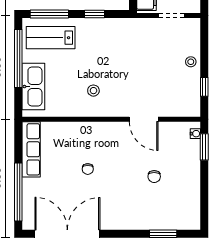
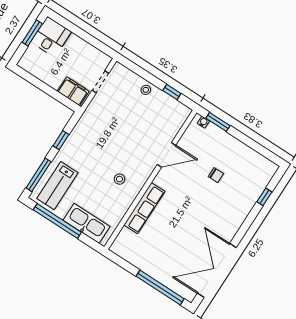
row of seats: (31, 149) -> (144, 208), moved, turned 90
chair: (88, 169) -> (177, 223), removed
window: (163, 234) -> (264, 197), width x0.67

